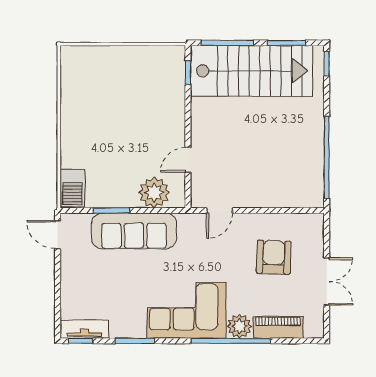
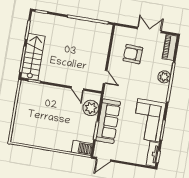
stairs: (251, 71) -> (33, 57), width x0.73, depth x0.66
corner sofa: (186, 310) -> (149, 120), moved
piano: (278, 327) -> (170, 47), moved

